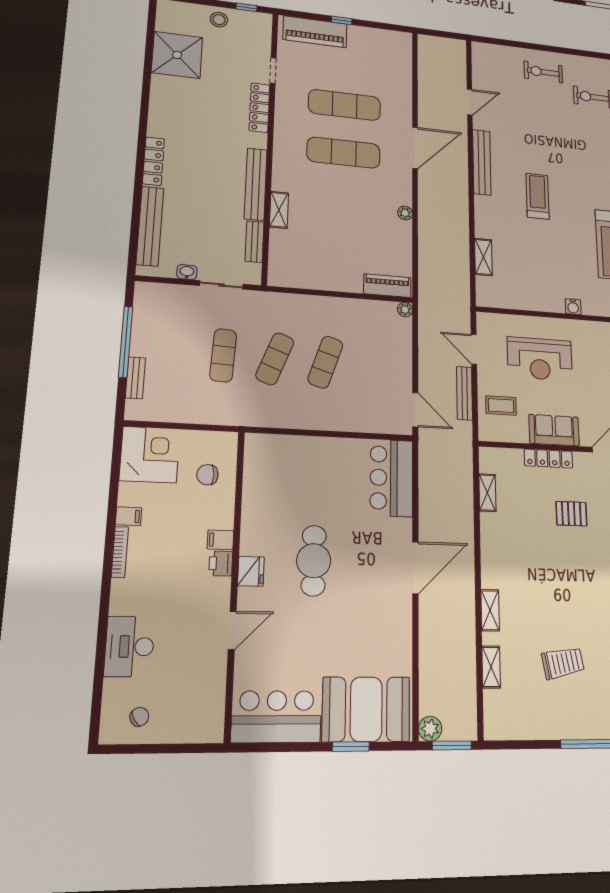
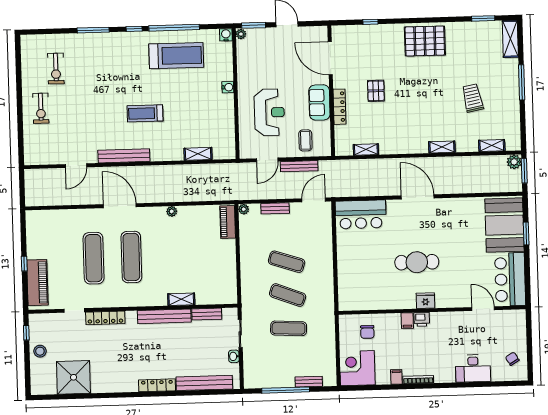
door: (470, 102) -> (76, 166), swing flipped
bench: (405, 353) -> (275, 208), added
door: (232, 630) -> (483, 309), moved
shelving: (491, 667) -> (492, 146), moved
plant: (430, 729) -> (514, 162), moved

